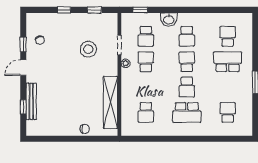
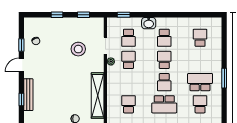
school desk: (228, 62) -> (200, 82), moved
school desk: (146, 112) -> (128, 104), turned 180

